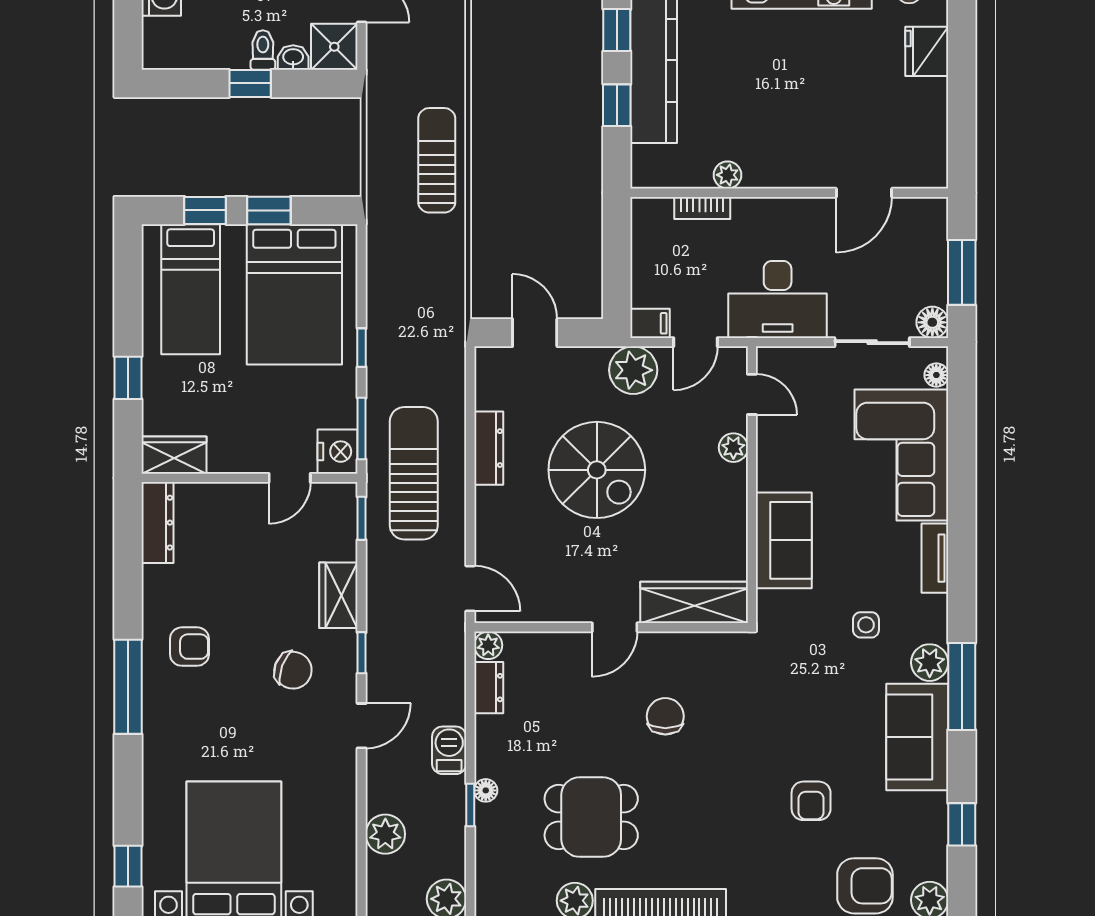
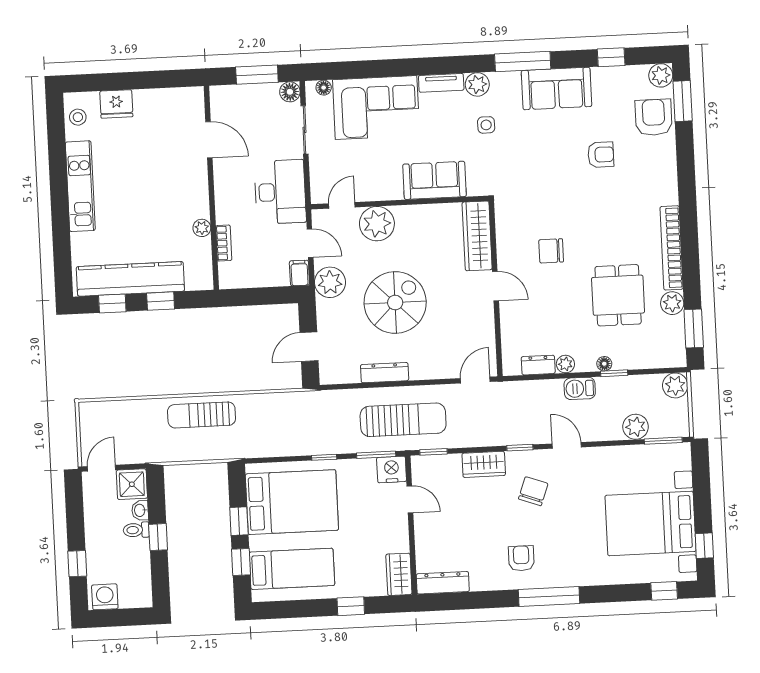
plant: (733, 448) -> (377, 224), width x1.88, depth x1.88
sun lounger: (414, 473) -> (403, 420), turned 180
plant: (488, 645) -> (565, 364), moved
plant: (930, 663) -> (477, 84), moved
window: (362, 876) -> (663, 441), added

